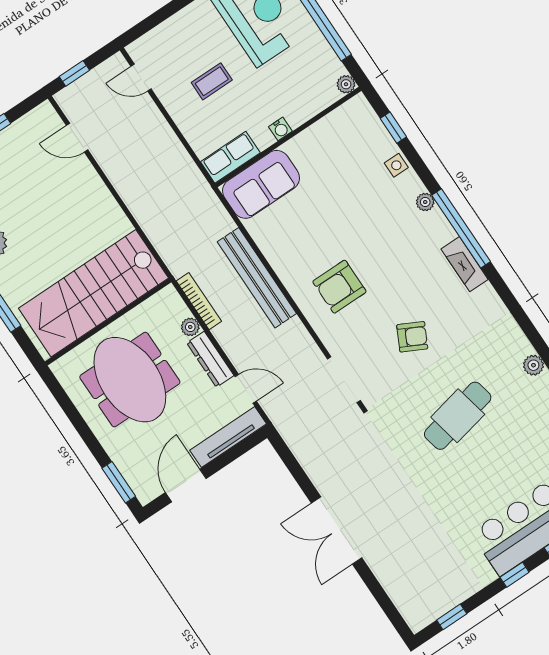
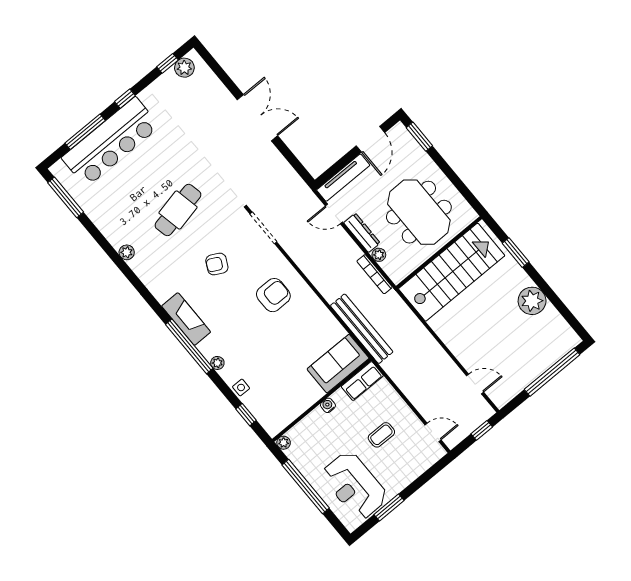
fireplace: (465, 264) -> (186, 319), width x1.37, depth x1.32
bench: (257, 278) -> (362, 329), moved
plant: (429, 609) -> (184, 68), added

